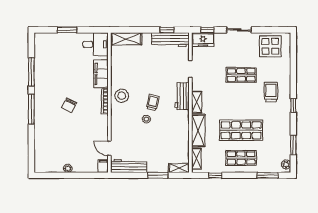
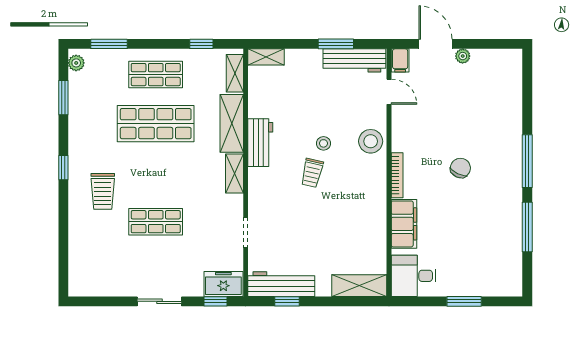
display table: (270, 46) -> (104, 272), removed
stool: (122, 96) -> (371, 141), moved
workbench: (182, 96) -> (260, 143), moved
door: (83, 175) -> (436, 44), added
window: (158, 175) -> (336, 44), moved

